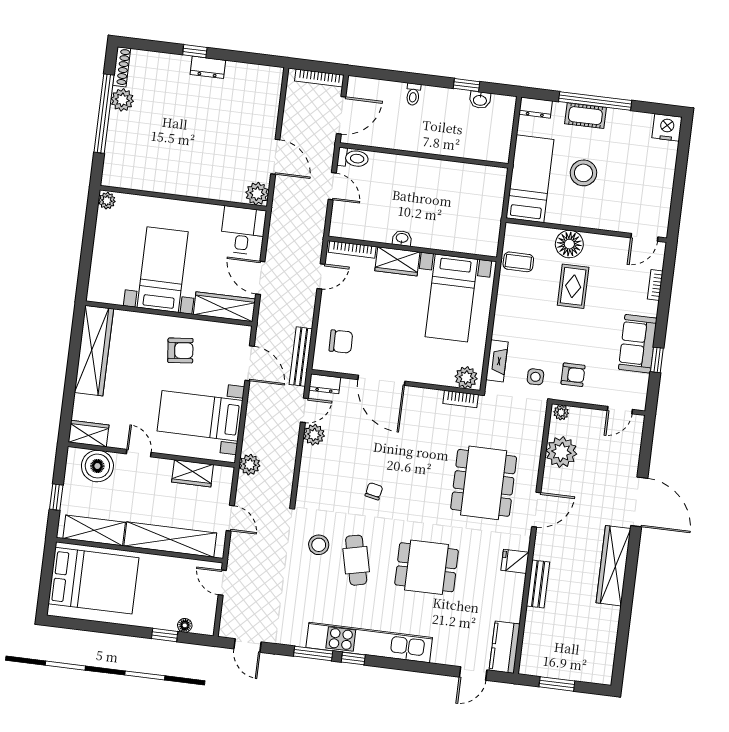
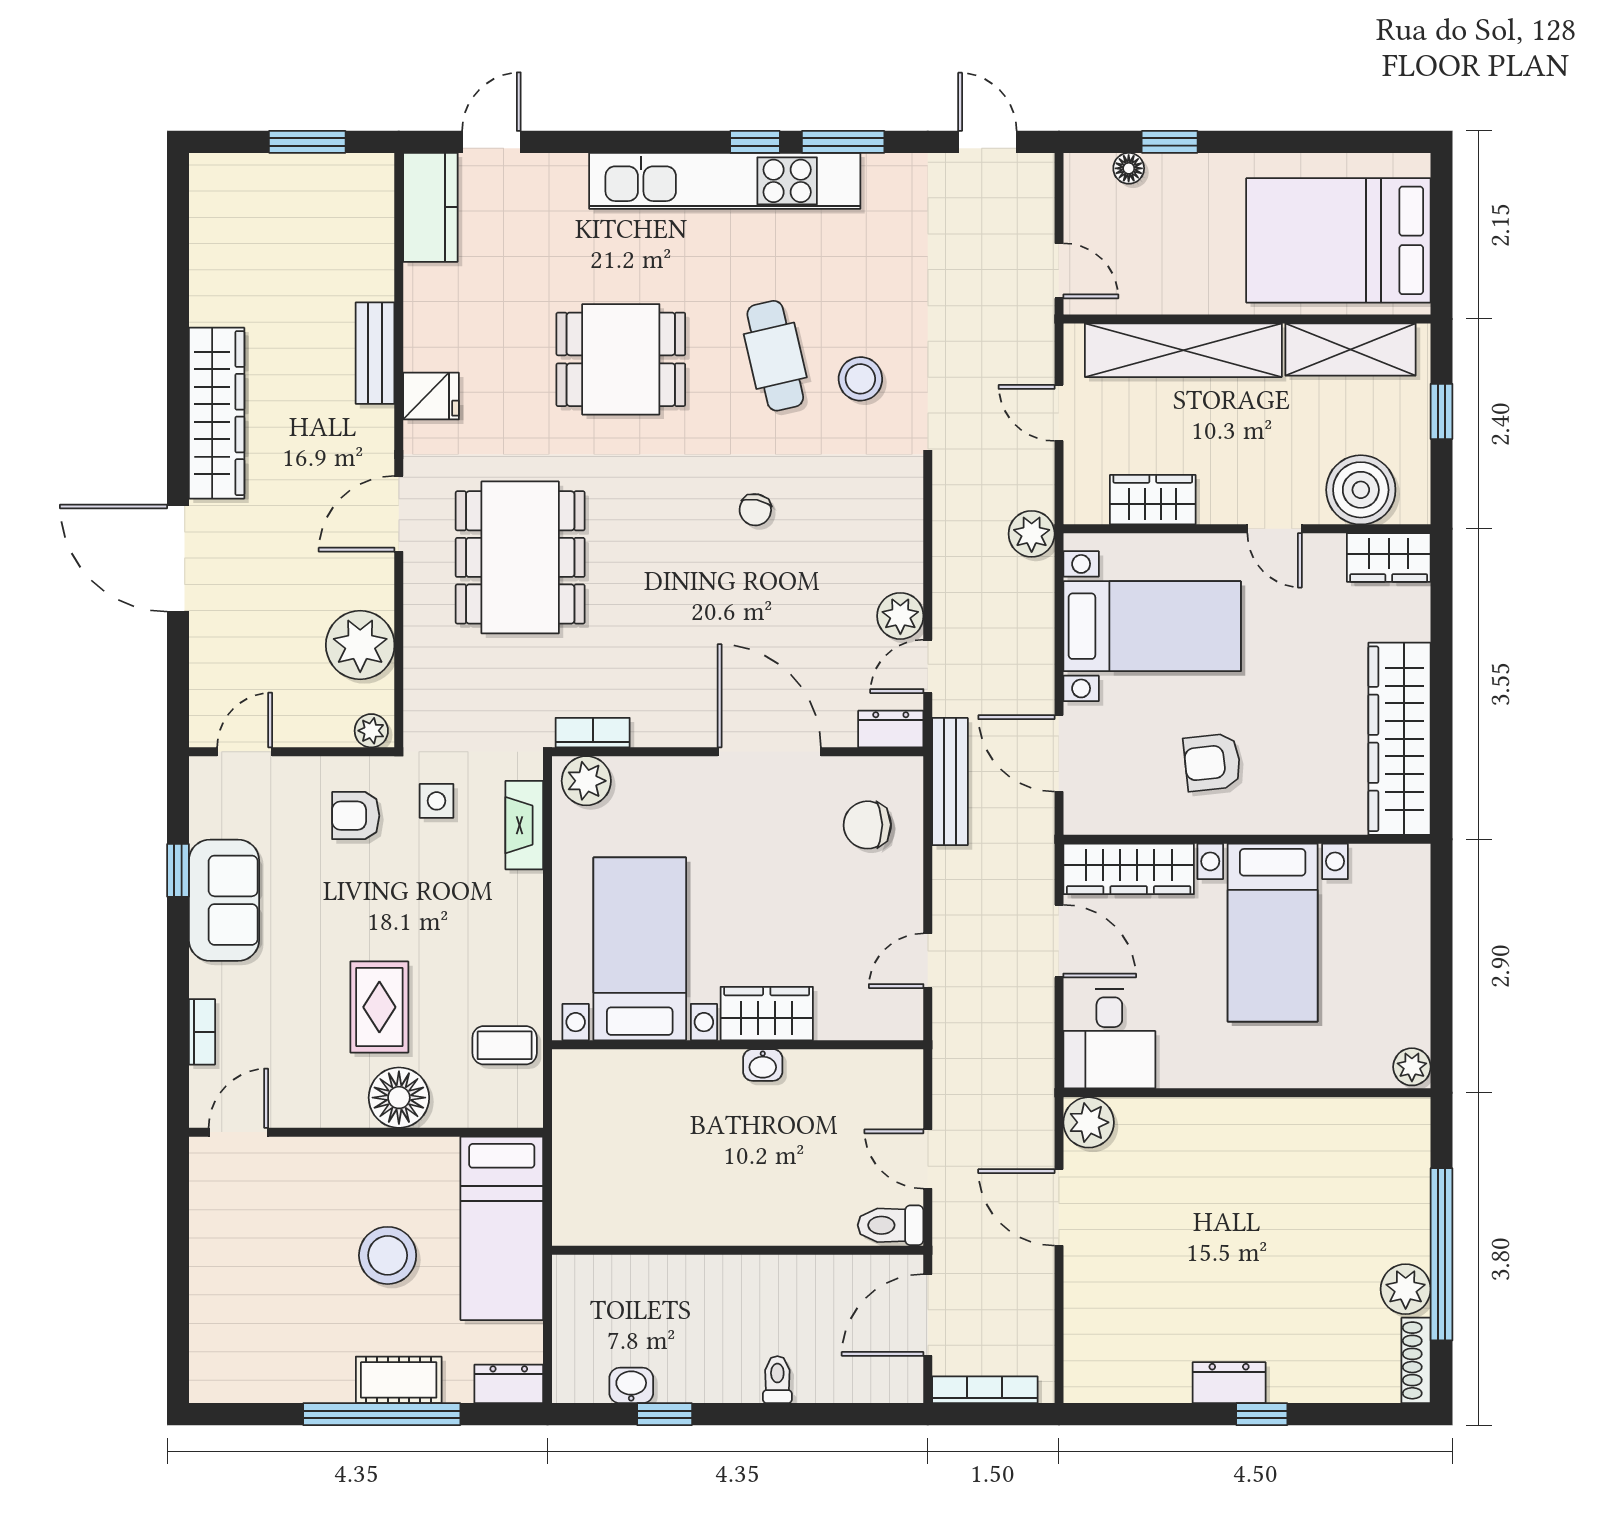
nightstand: (667, 127) -> (219, 1376), removed
bookcase: (352, 249) -> (867, 1027), removed

